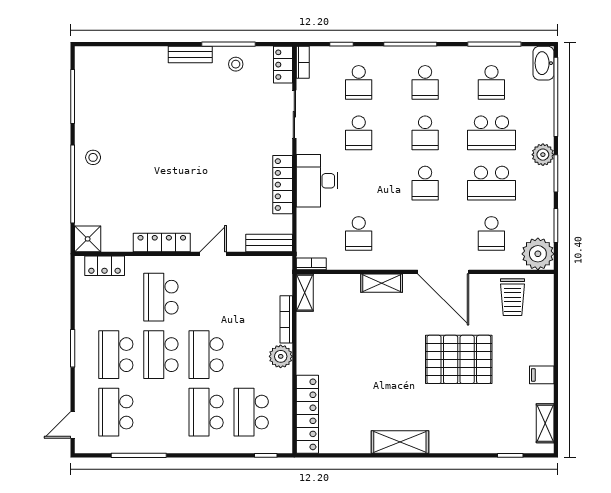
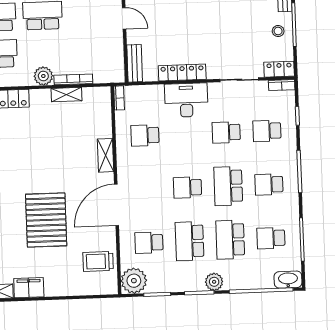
school desk: (425, 133) -> (228, 186), width x1.85
shelving: (305, 293) -> (67, 95), moved
filing cabinet: (542, 375) -> (29, 288), width x2.00

